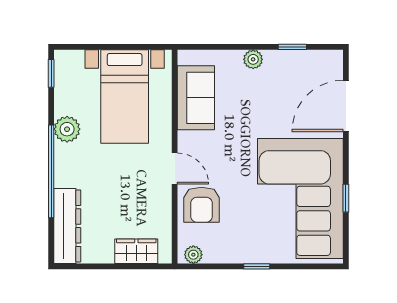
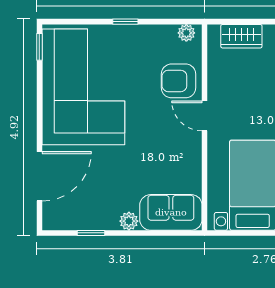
sofa: (196, 98) -> (171, 212), moved, turned 90
window: (346, 198) -> (39, 47), moved
armchair: (202, 205) -> (179, 81), turned -90

